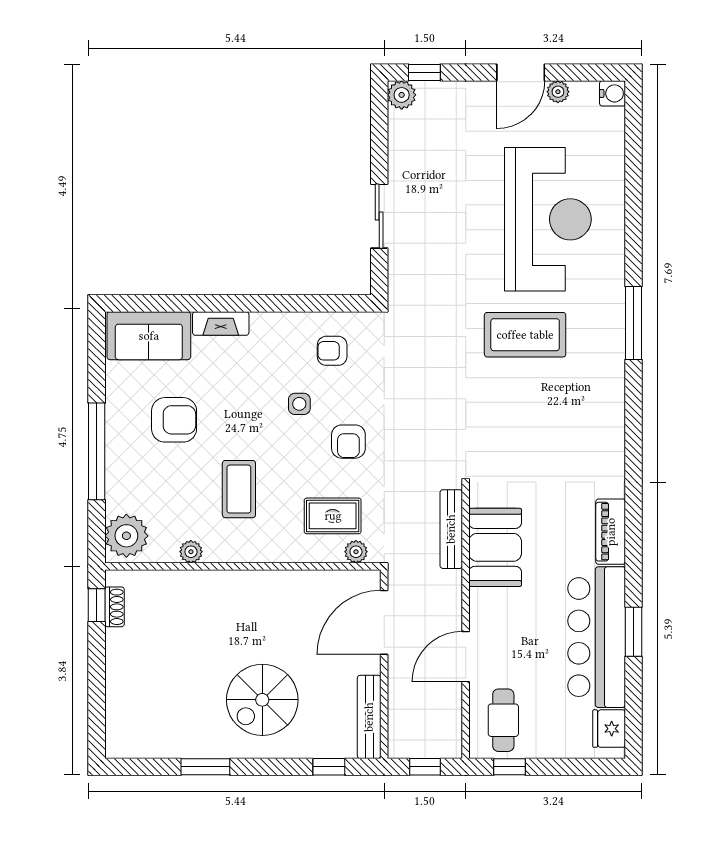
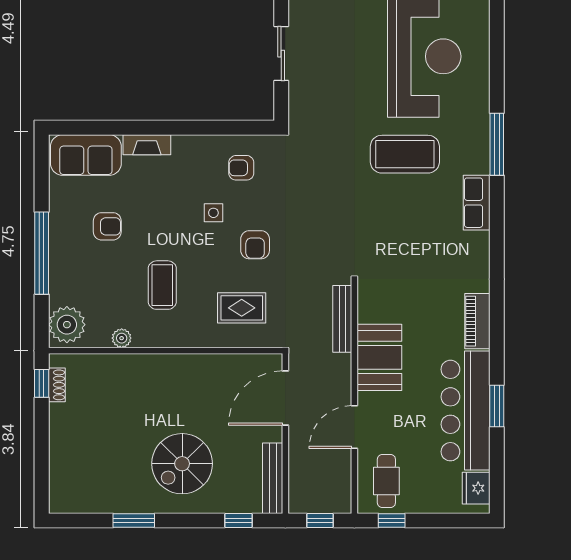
row of seats: (610, 392) -> (477, 203), added
armchair: (174, 420) -> (107, 226), width x0.72, depth x0.72
booth: (495, 547) -> (379, 357), moved
plant: (356, 552) -> (261, 338), removed

